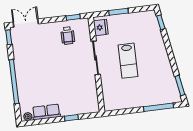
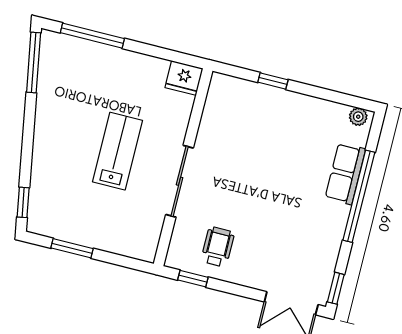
window: (119, 12) -> (72, 248), moved
fridge: (101, 27) -> (184, 78), moved, turned -90
window: (180, 85) -> (34, 62), width x1.44
row of seats: (46, 112) -> (345, 174), moved, turned 90

